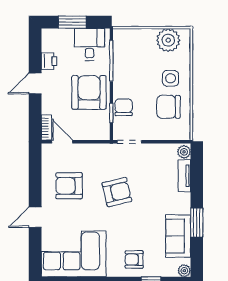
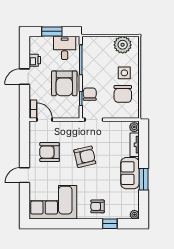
armchair: (89, 92) -> (64, 83), turned 180
chair: (168, 107) -> (123, 94), turned -90
sofa: (178, 236) -> (130, 173), moved

